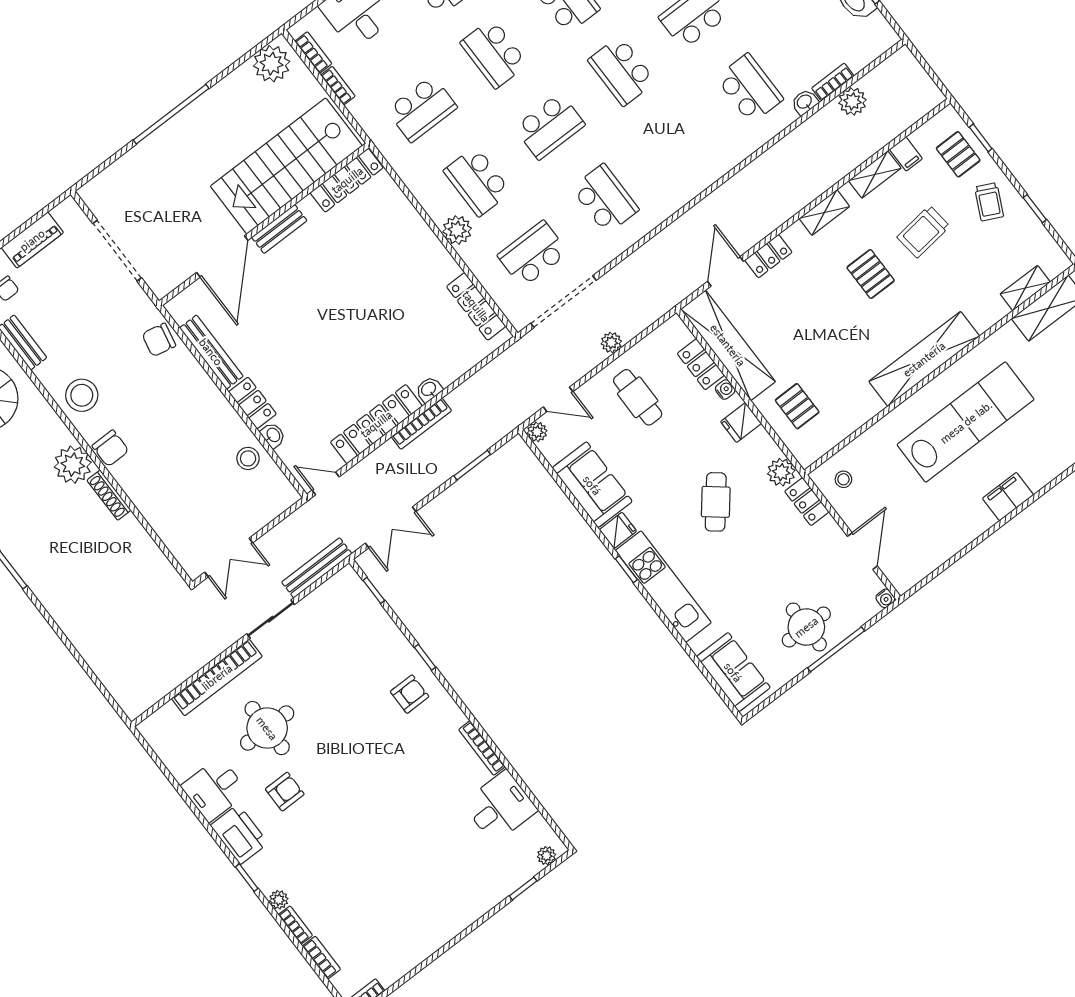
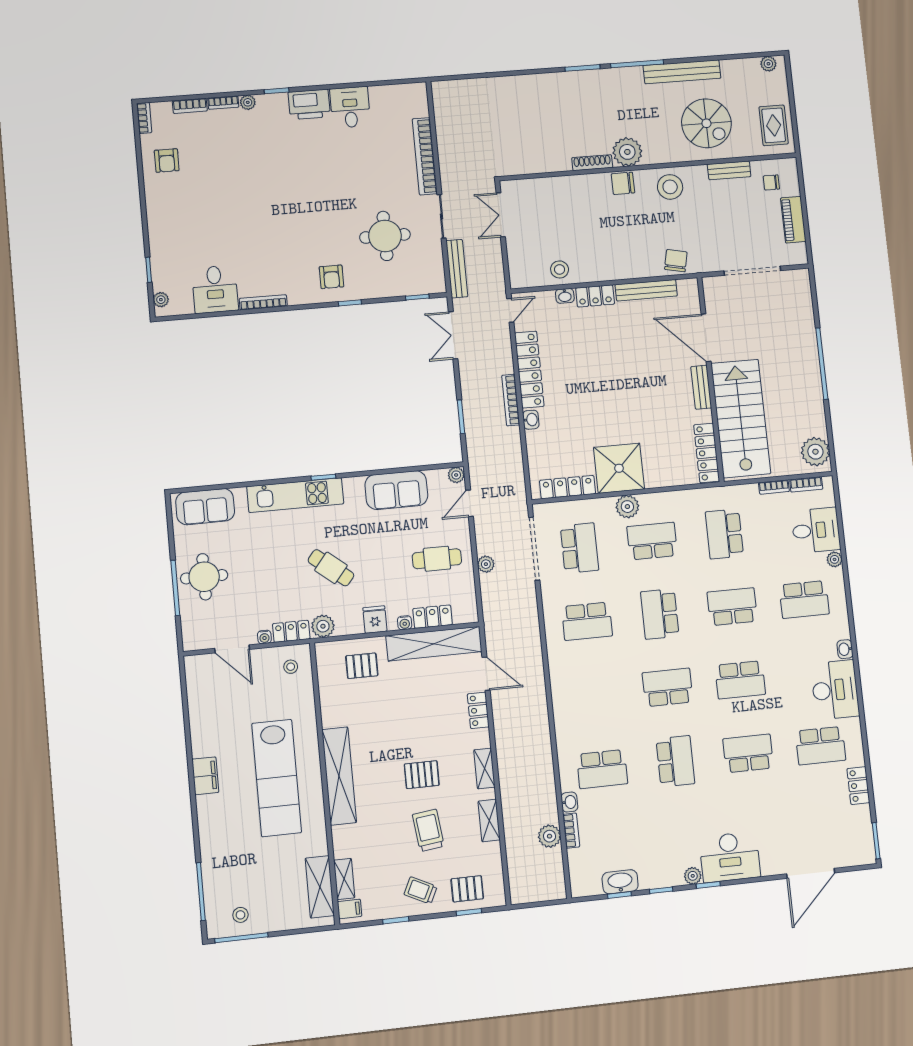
filing cabinet: (906, 154) -> (350, 909), moved, turned 180
shower: (422, 264) -> (619, 468), added
fridge: (618, 530) -> (354, 488), removed
water cooler: (885, 598) -> (264, 637), moved, turned -90
round table: (267, 728) -> (385, 236), moved
armchair: (285, 792) -> (167, 161), moved

